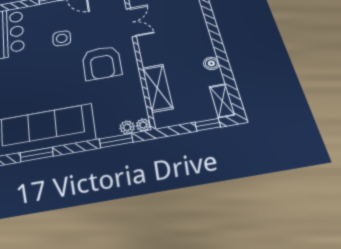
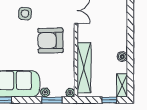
armchair: (102, 63) -> (51, 40), turned 89
shelving: (157, 88) -> (84, 68), width x1.47
plant: (127, 127) -> (45, 92), moved

